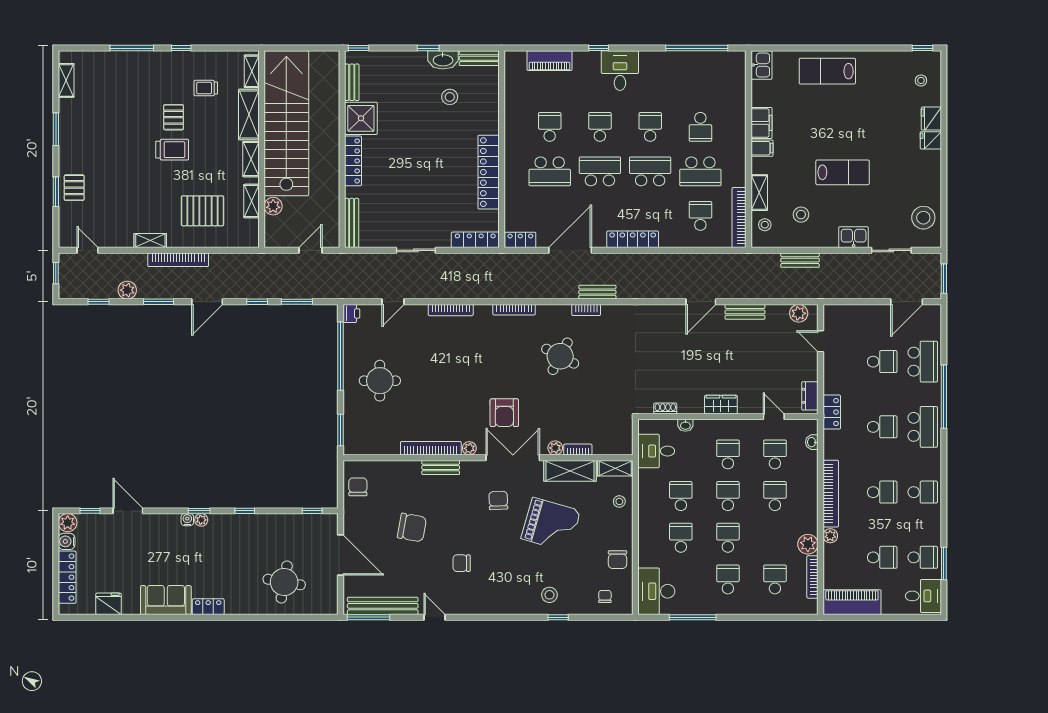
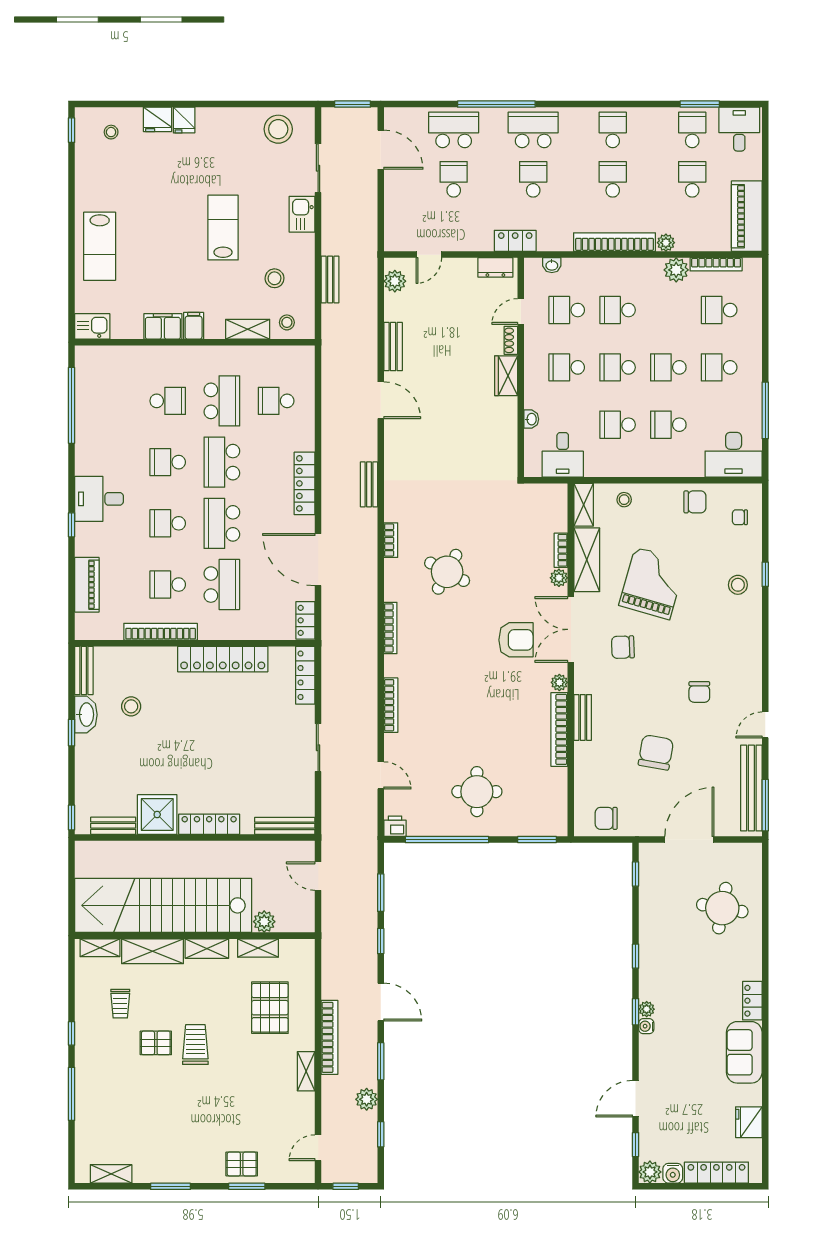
bookcase: (739, 218) -> (161, 632), moved, turned 180
bench: (597, 292) -> (369, 484), moved
shoe rack: (665, 408) -> (511, 340), moved

